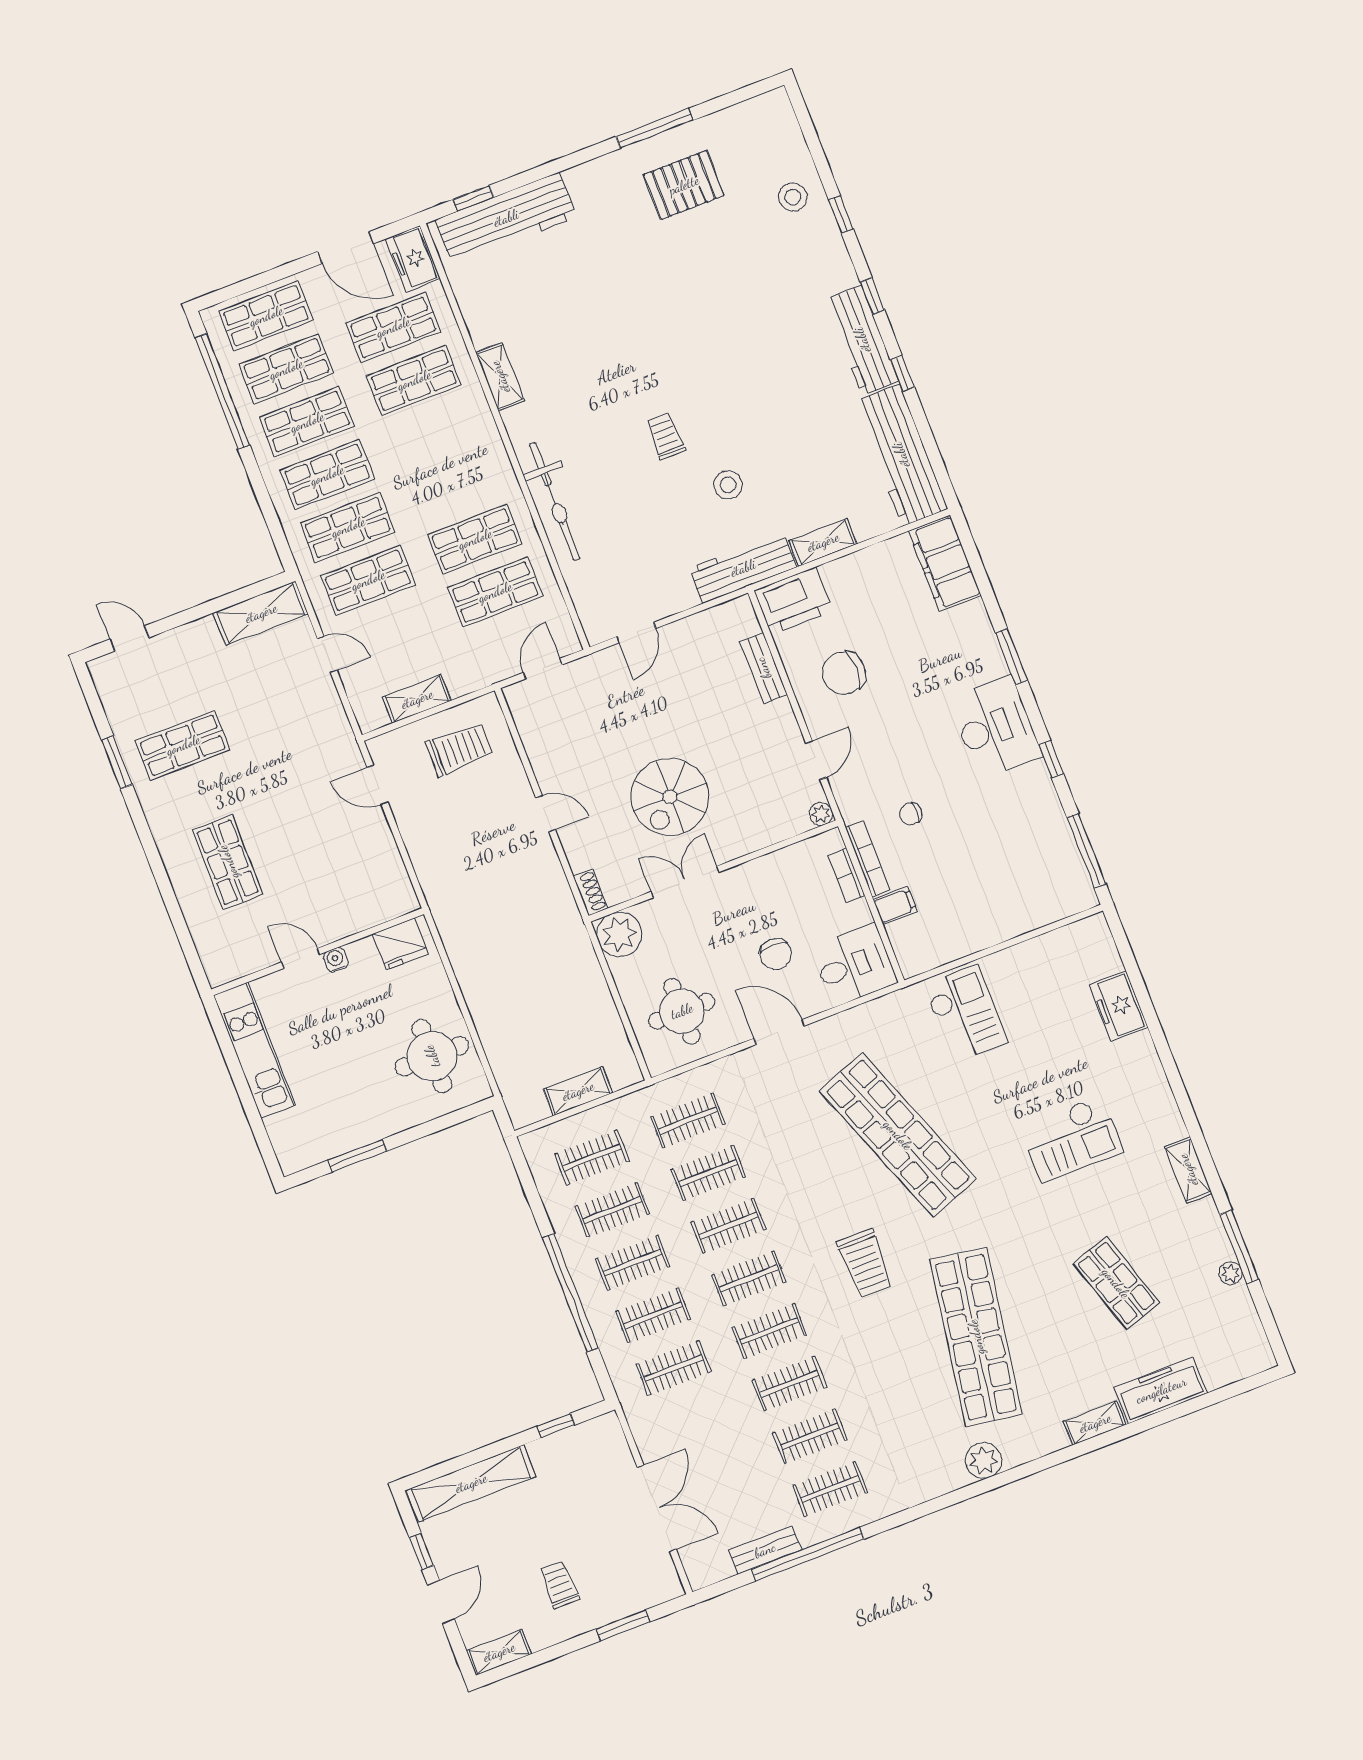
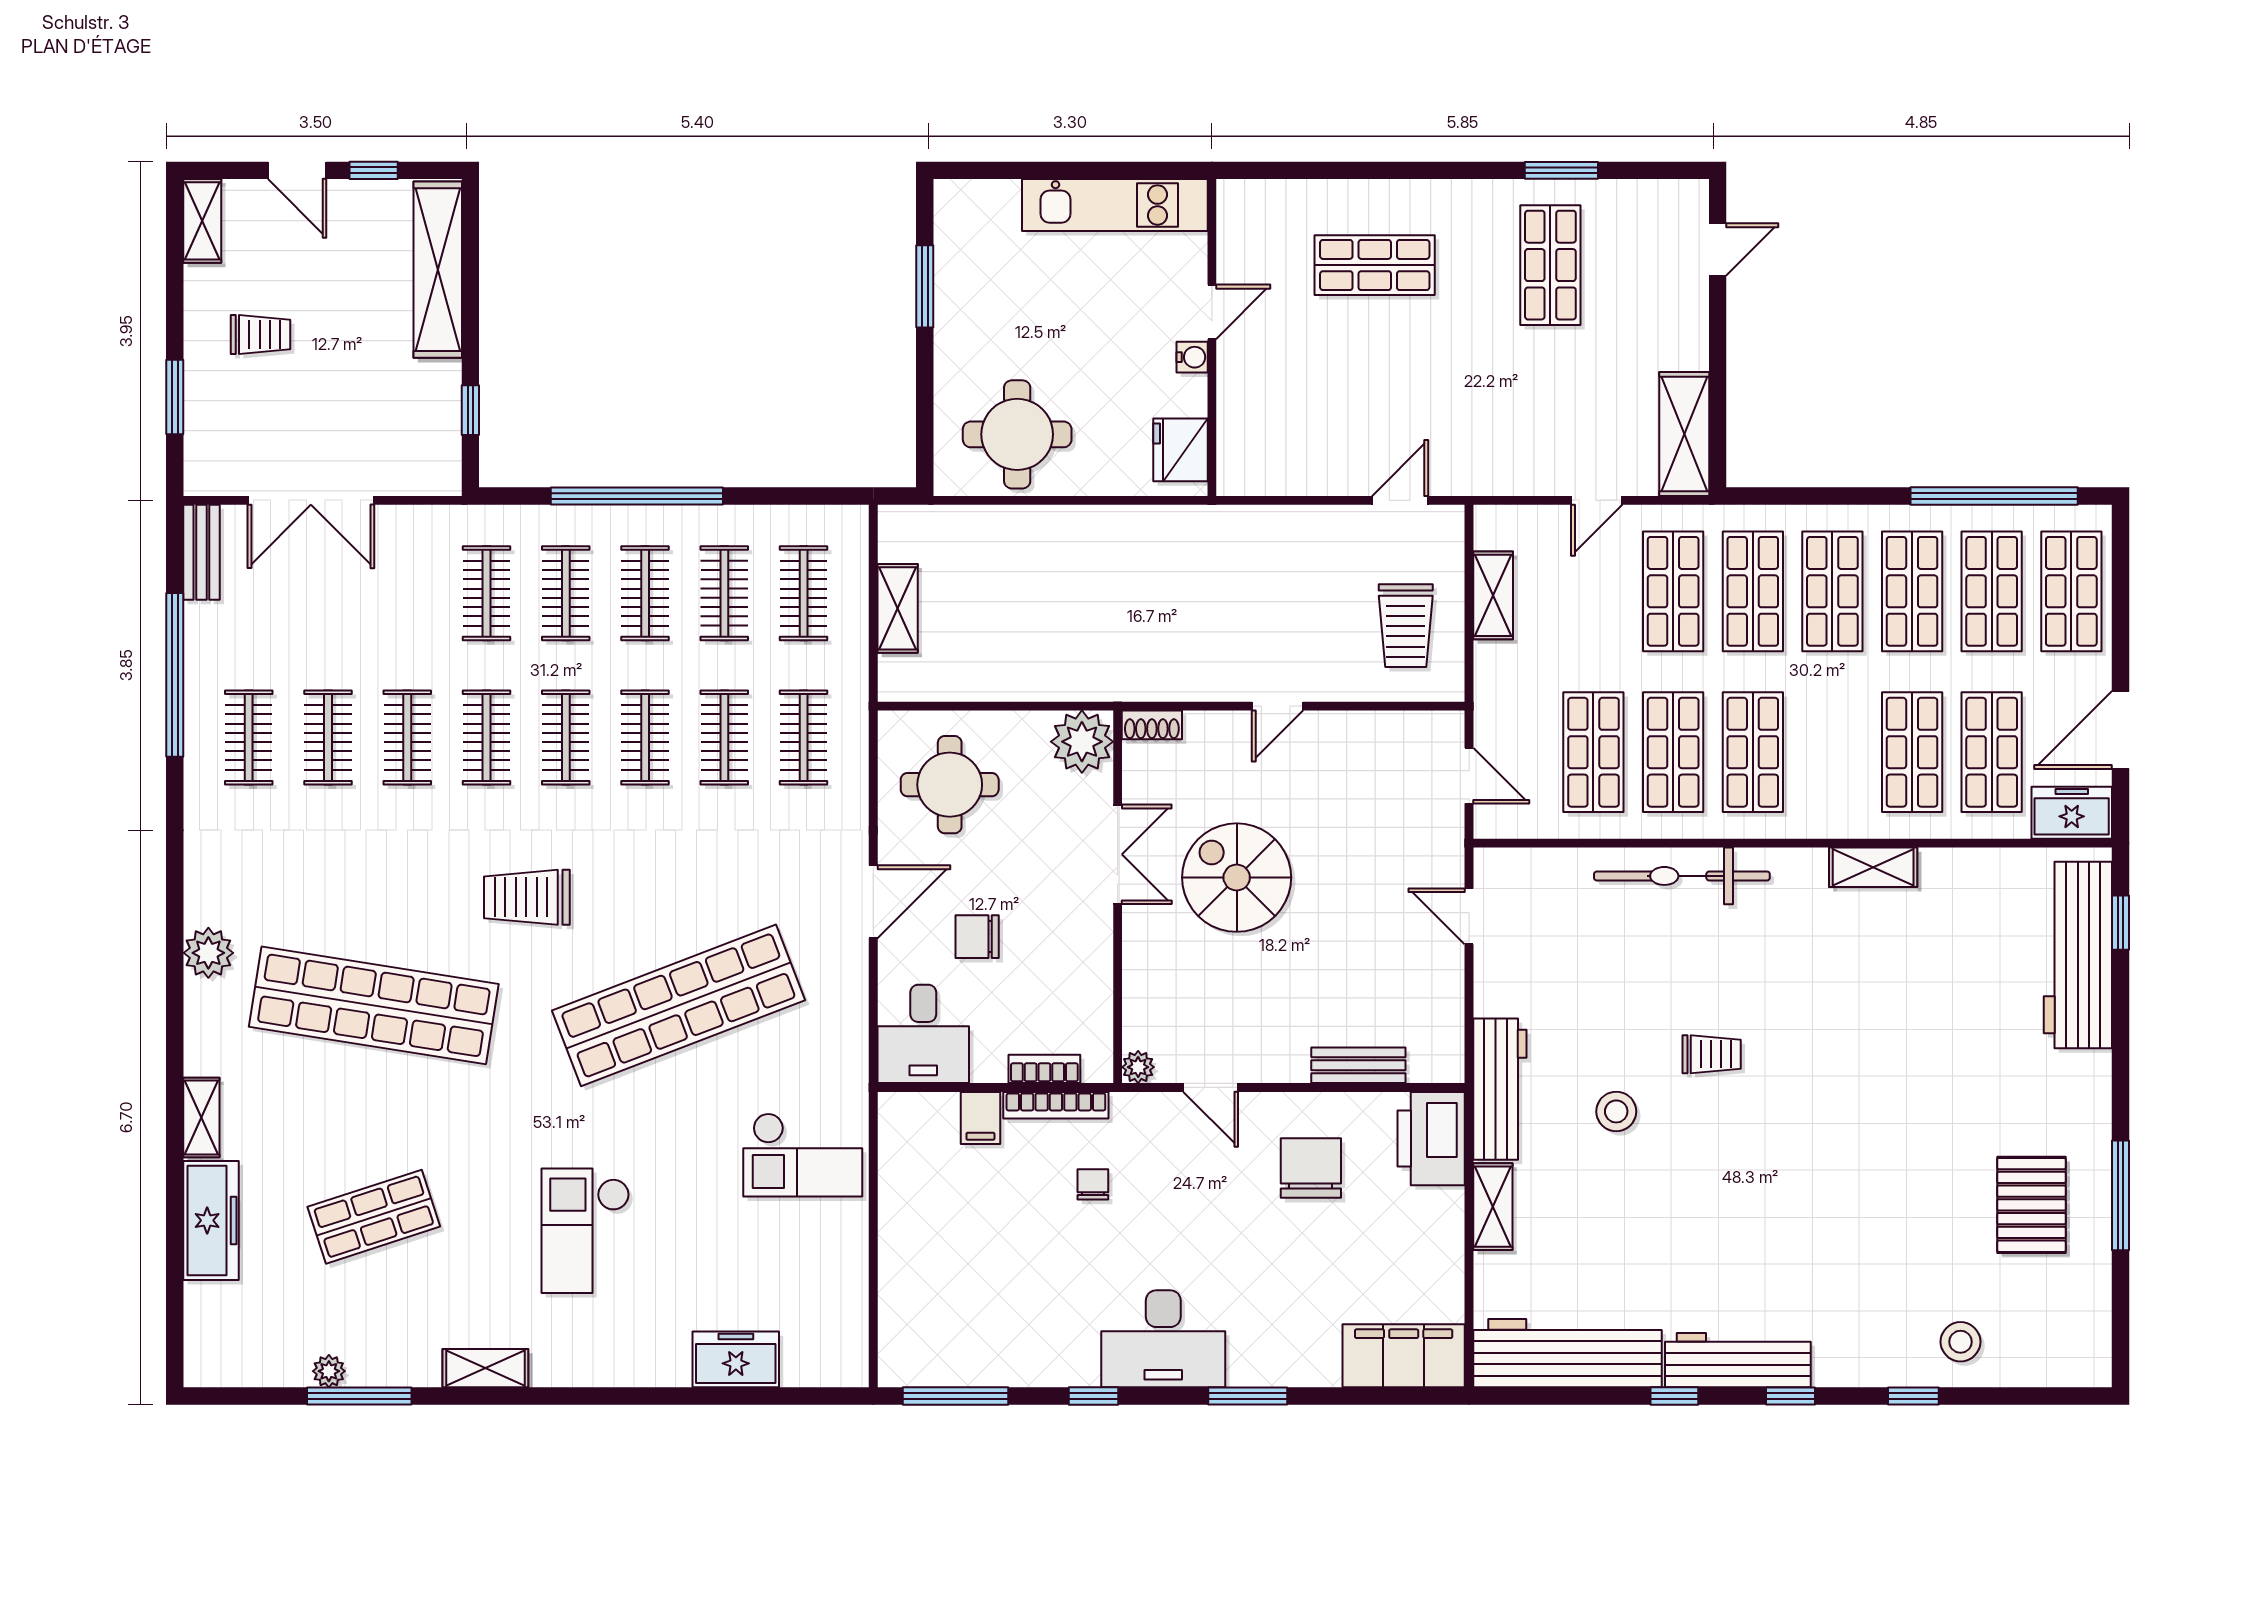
shop shelf: (454, 486) -> (1753, 752), added
bench: (765, 1550) -> (201, 552), moved

